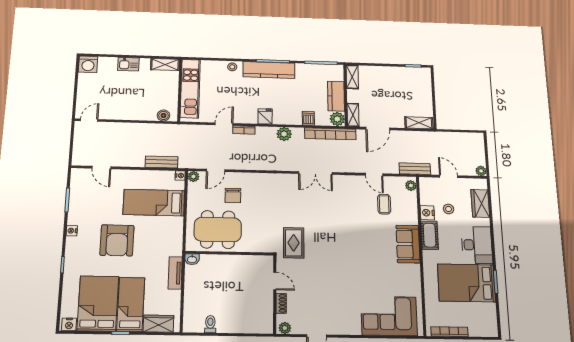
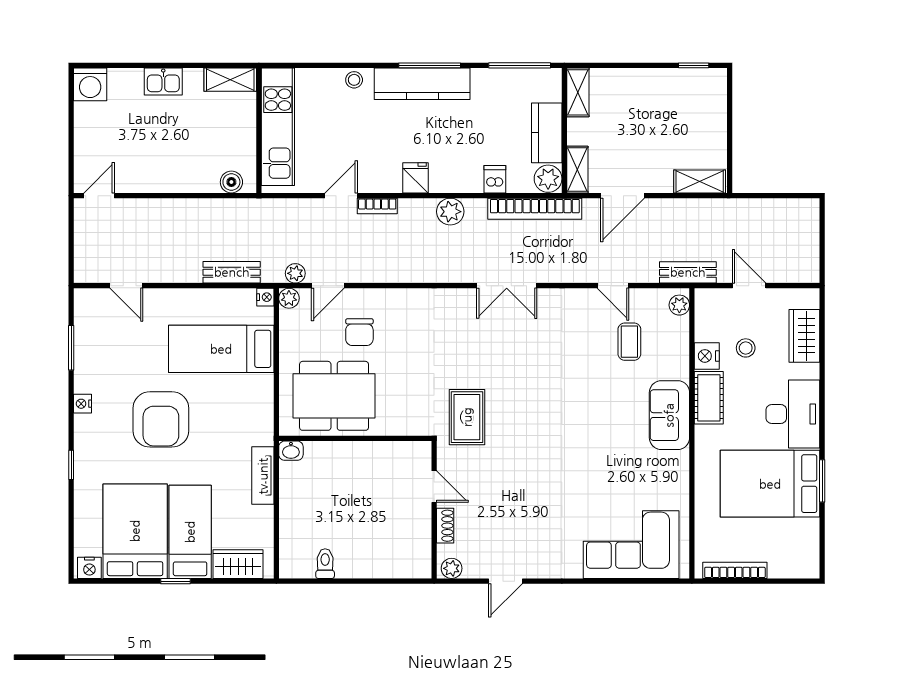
plant: (481, 171) -> (295, 273), moved

